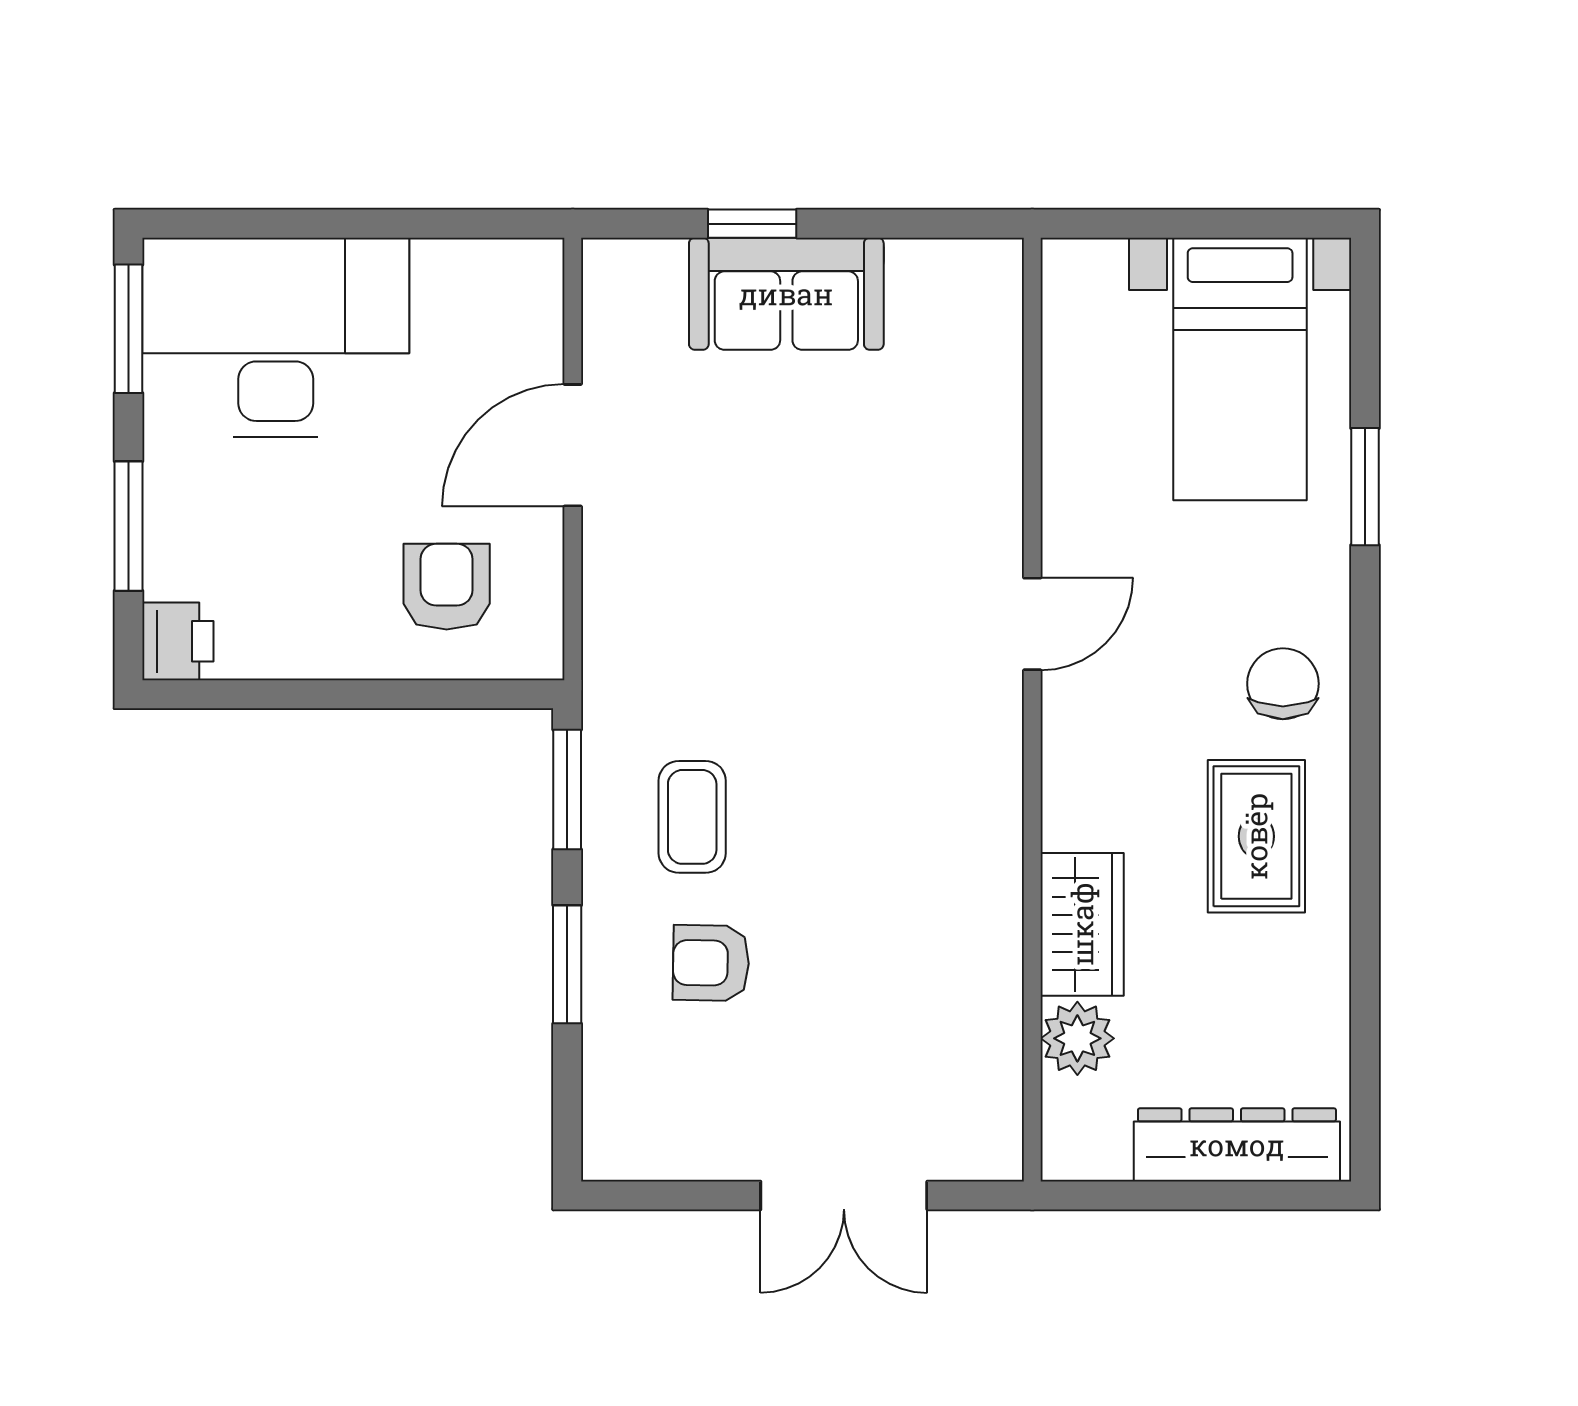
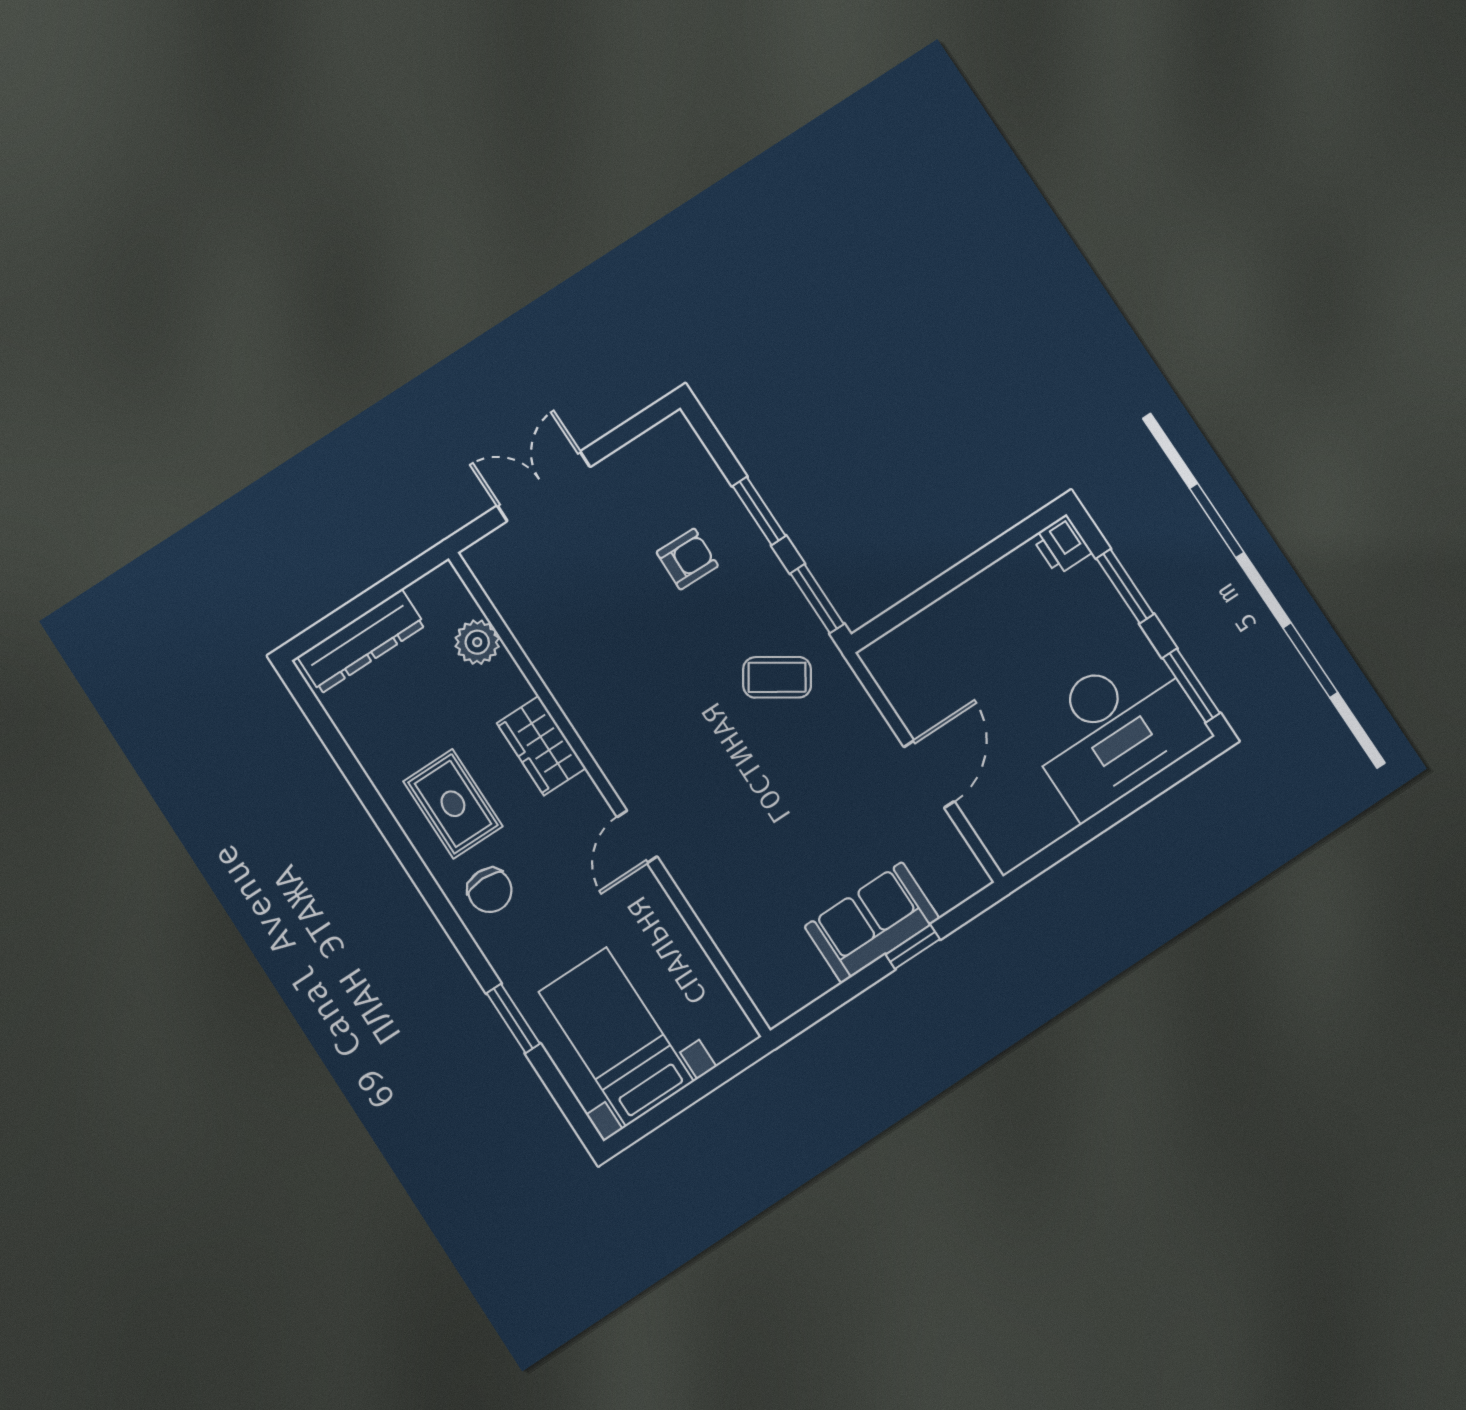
armchair: (447, 587) -> (945, 661), removed
coffee table: (692, 817) -> (777, 677), moved, turned -57
wardrobe: (1082, 924) -> (541, 746), moved

